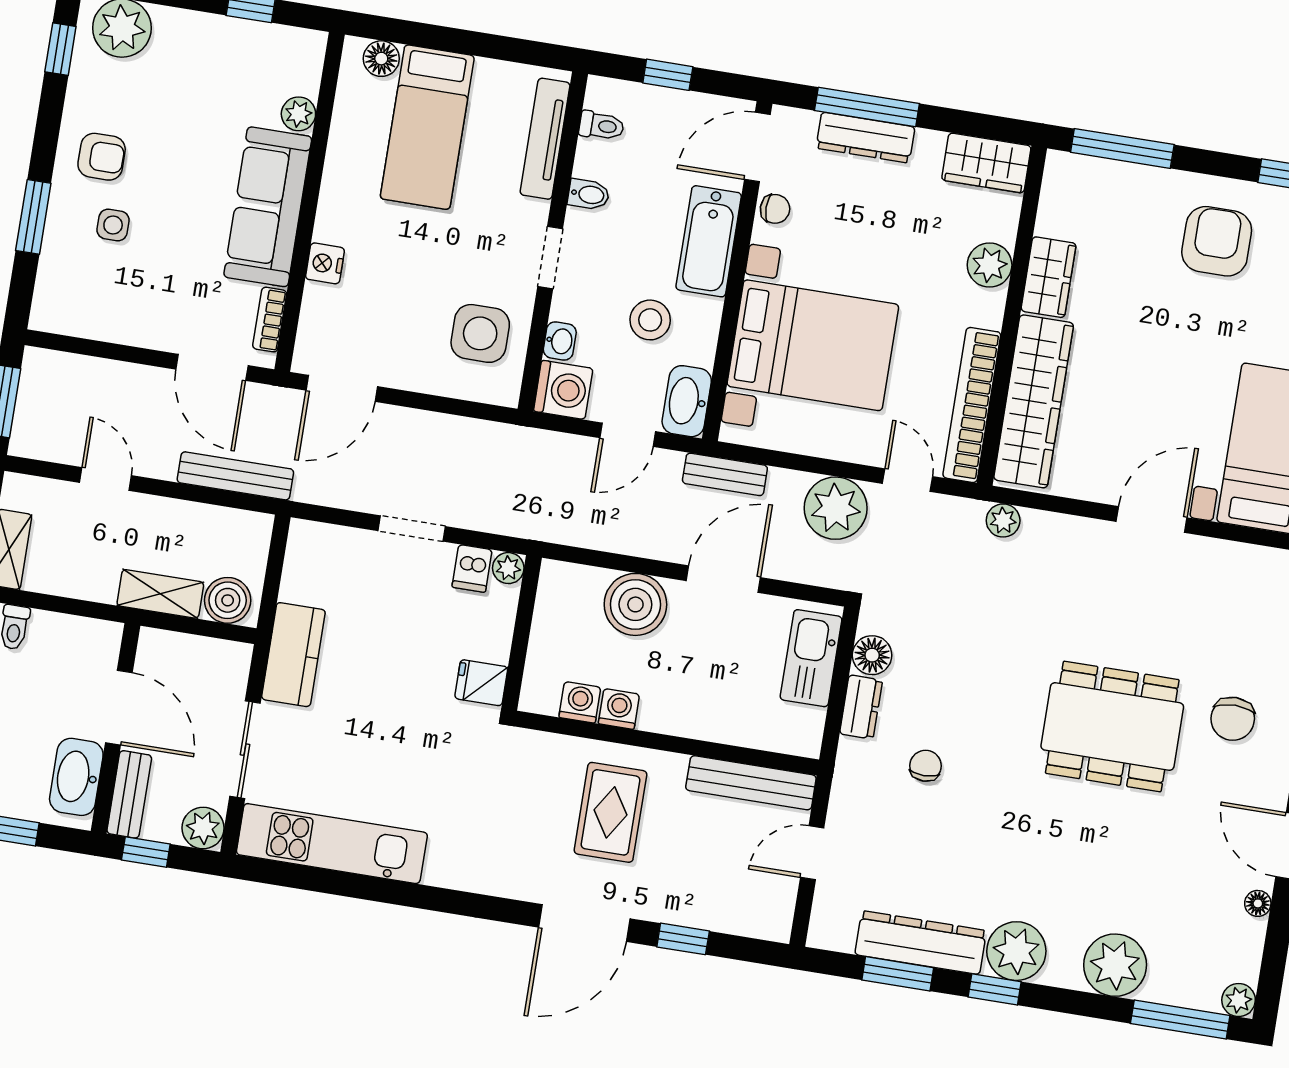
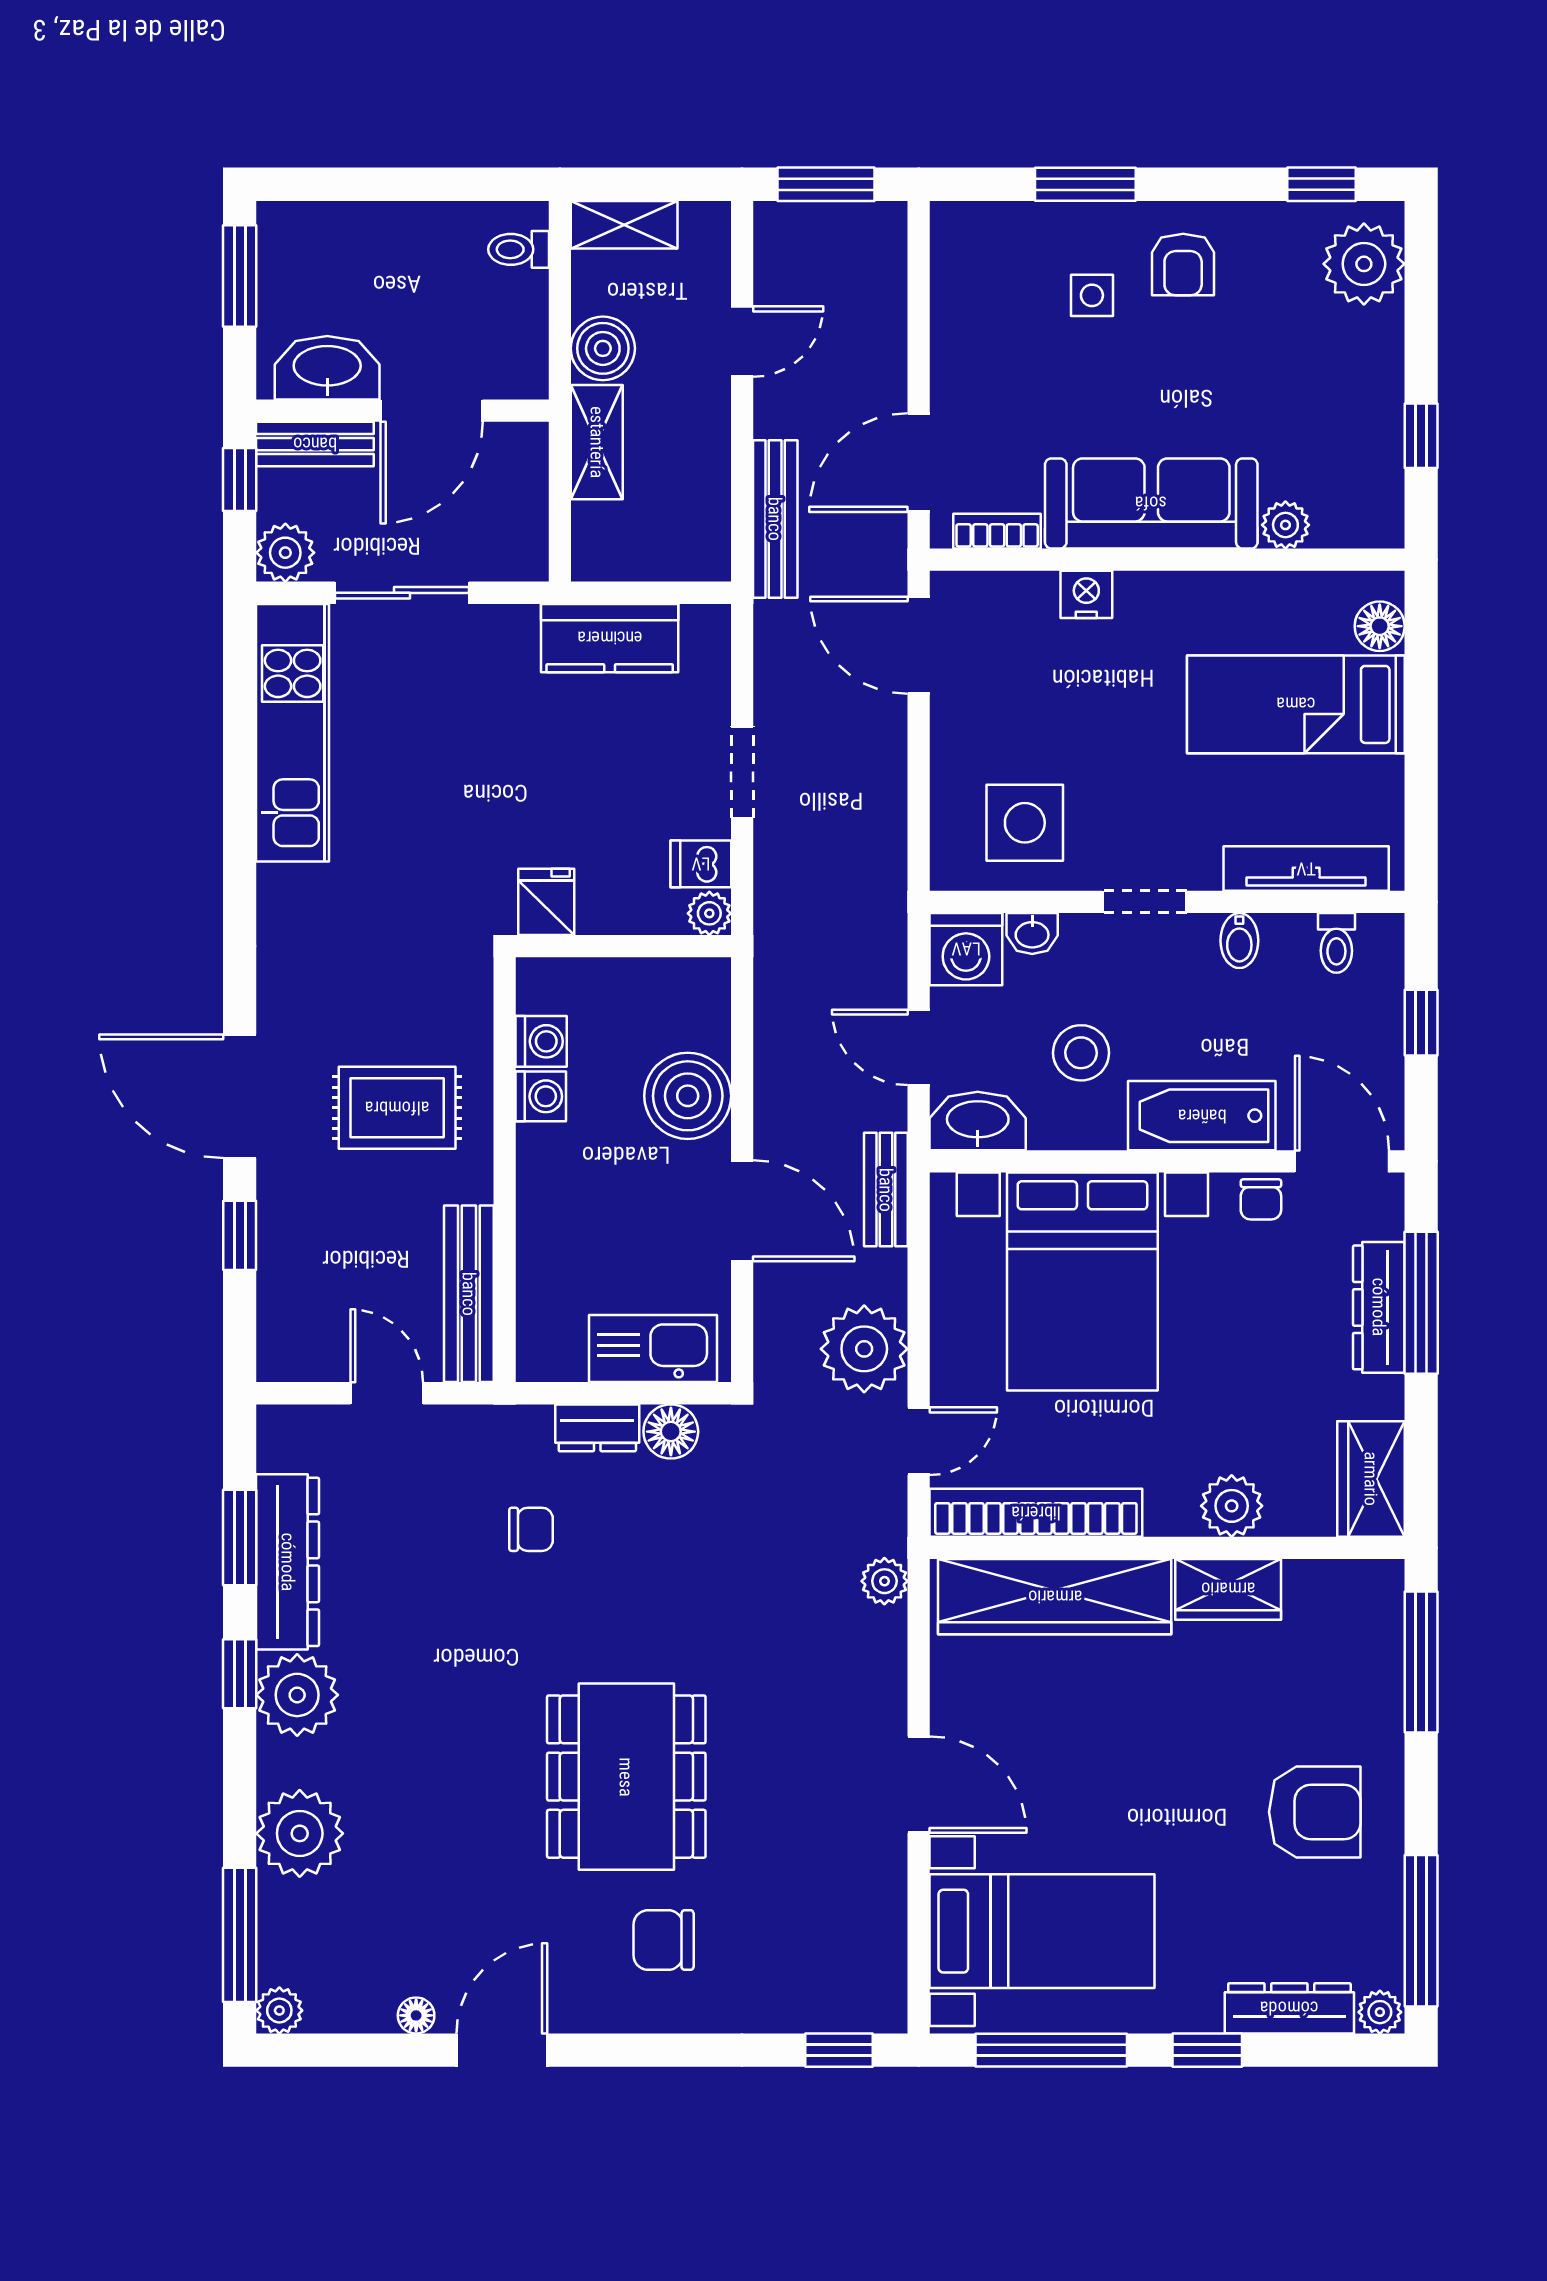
boiler: (228, 600) -> (603, 348), moved
kitchen counter: (293, 655) -> (610, 638), moved

